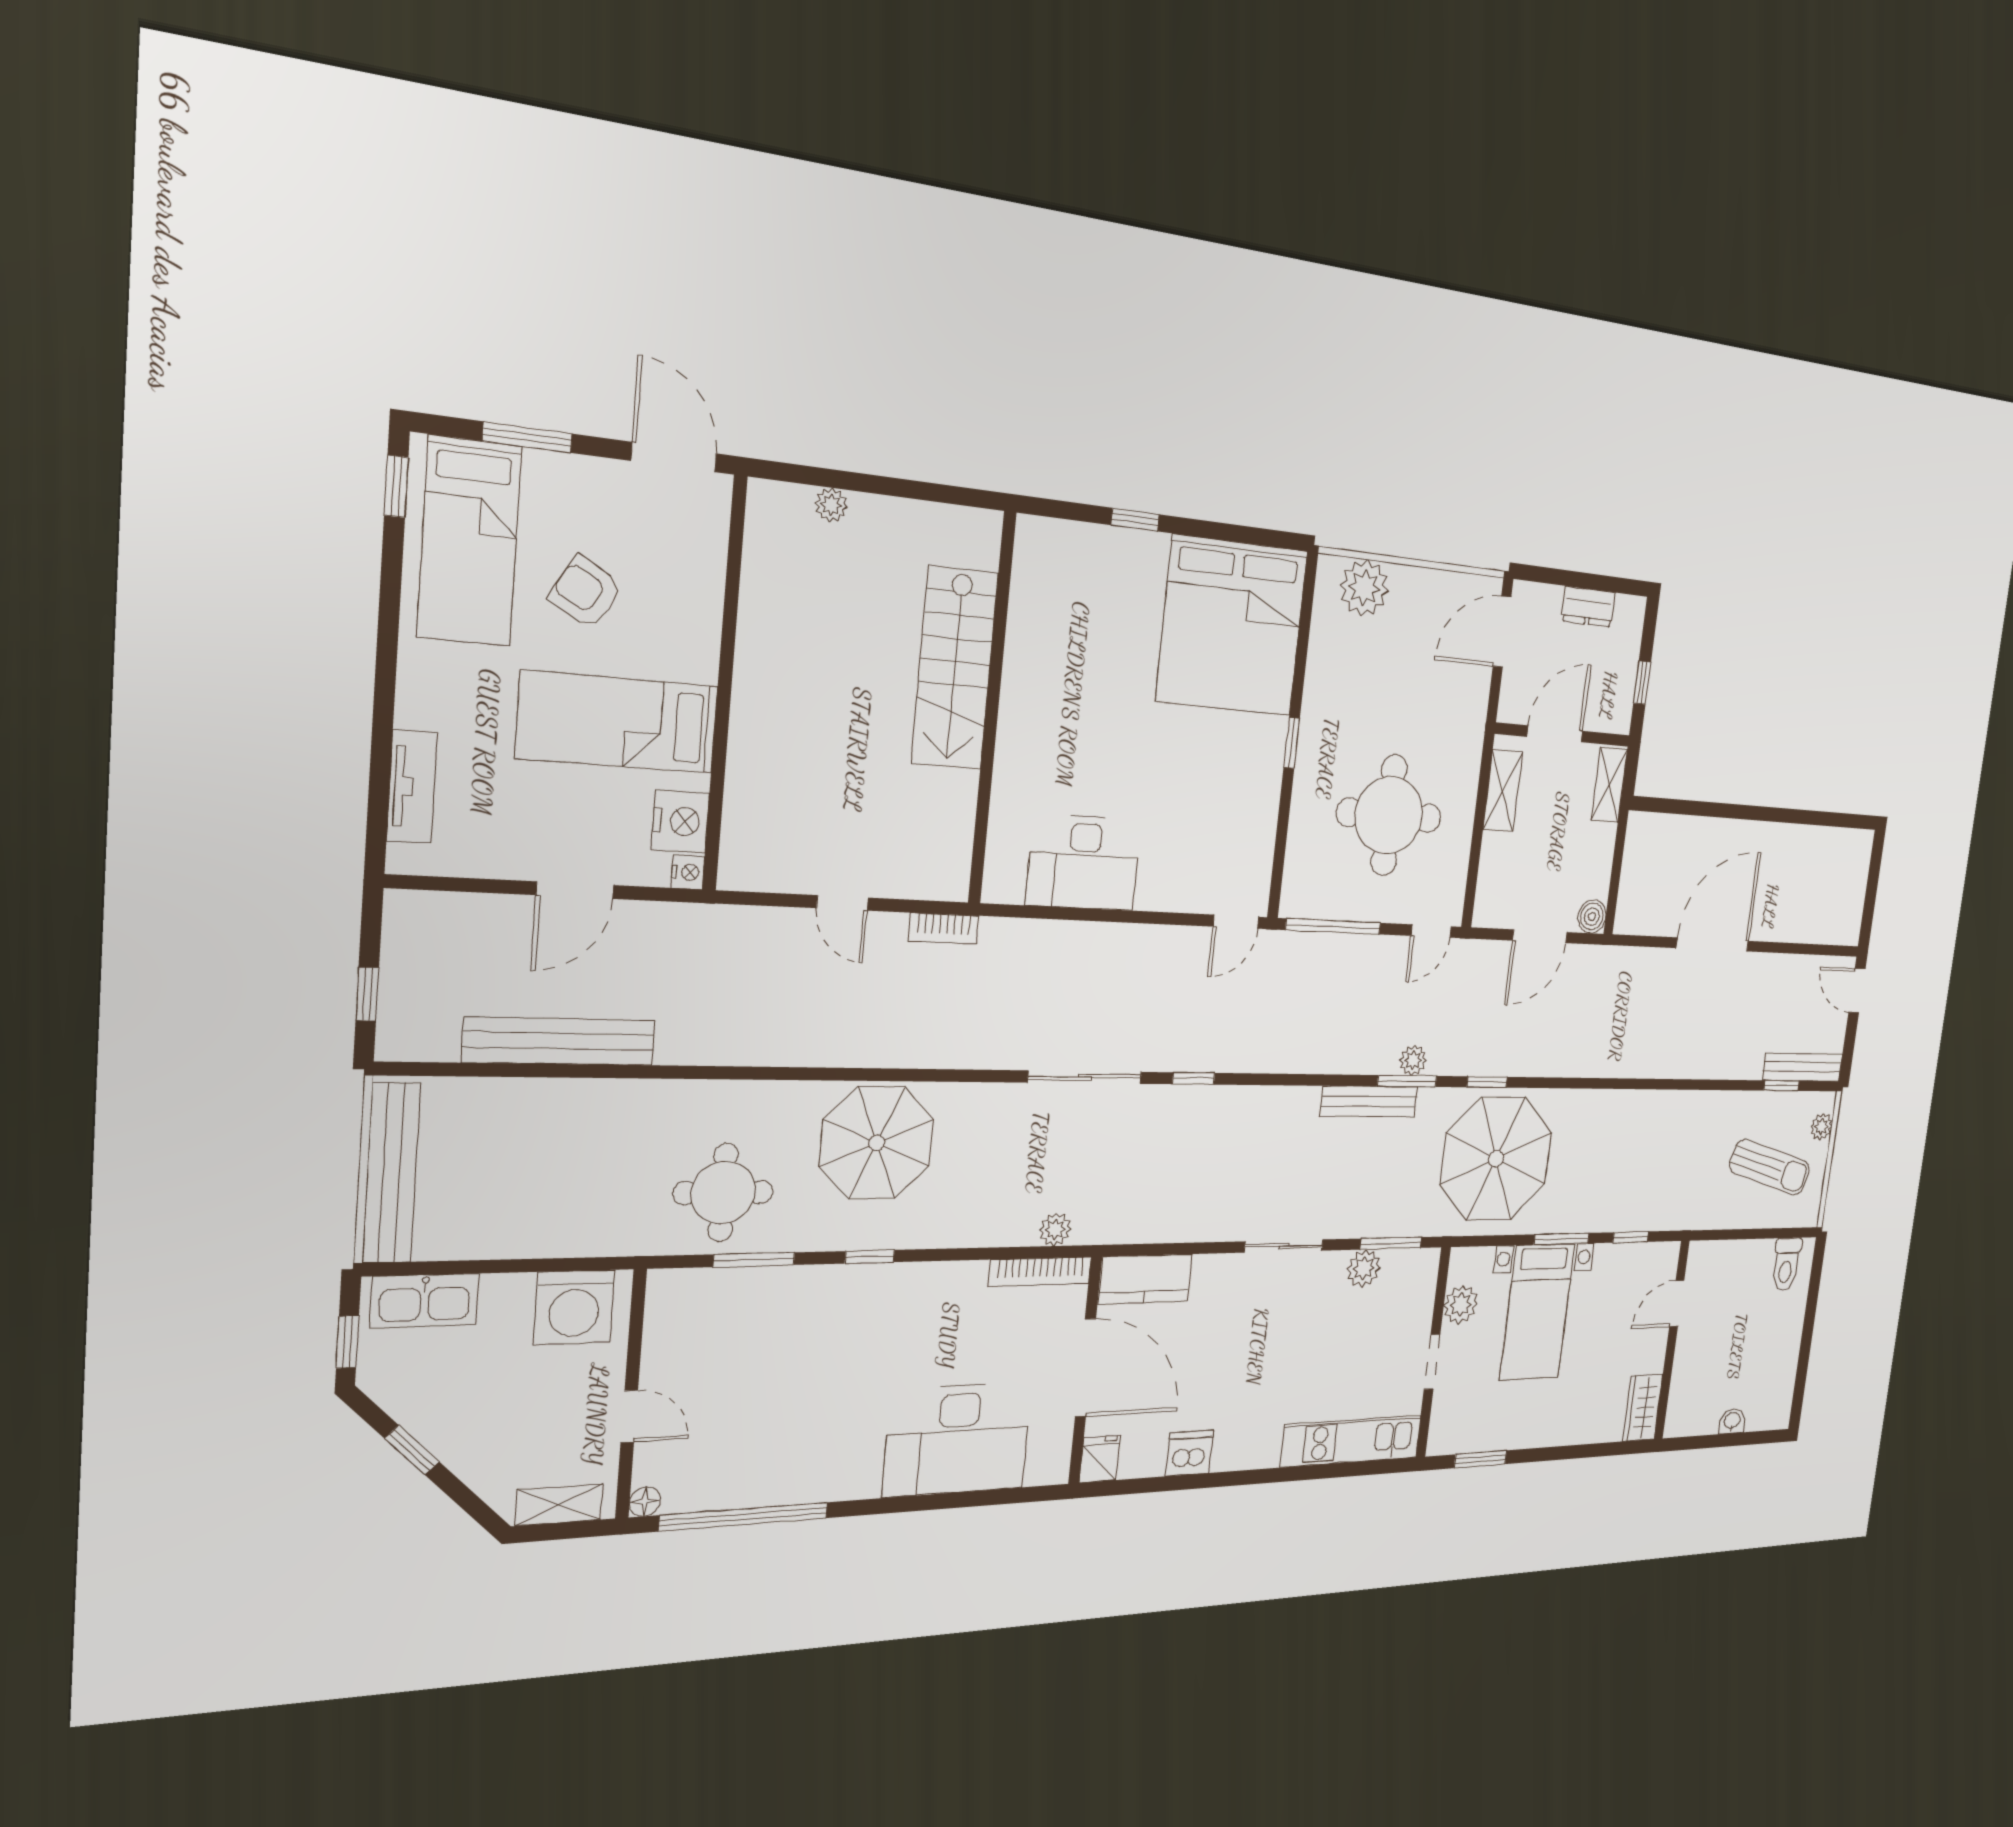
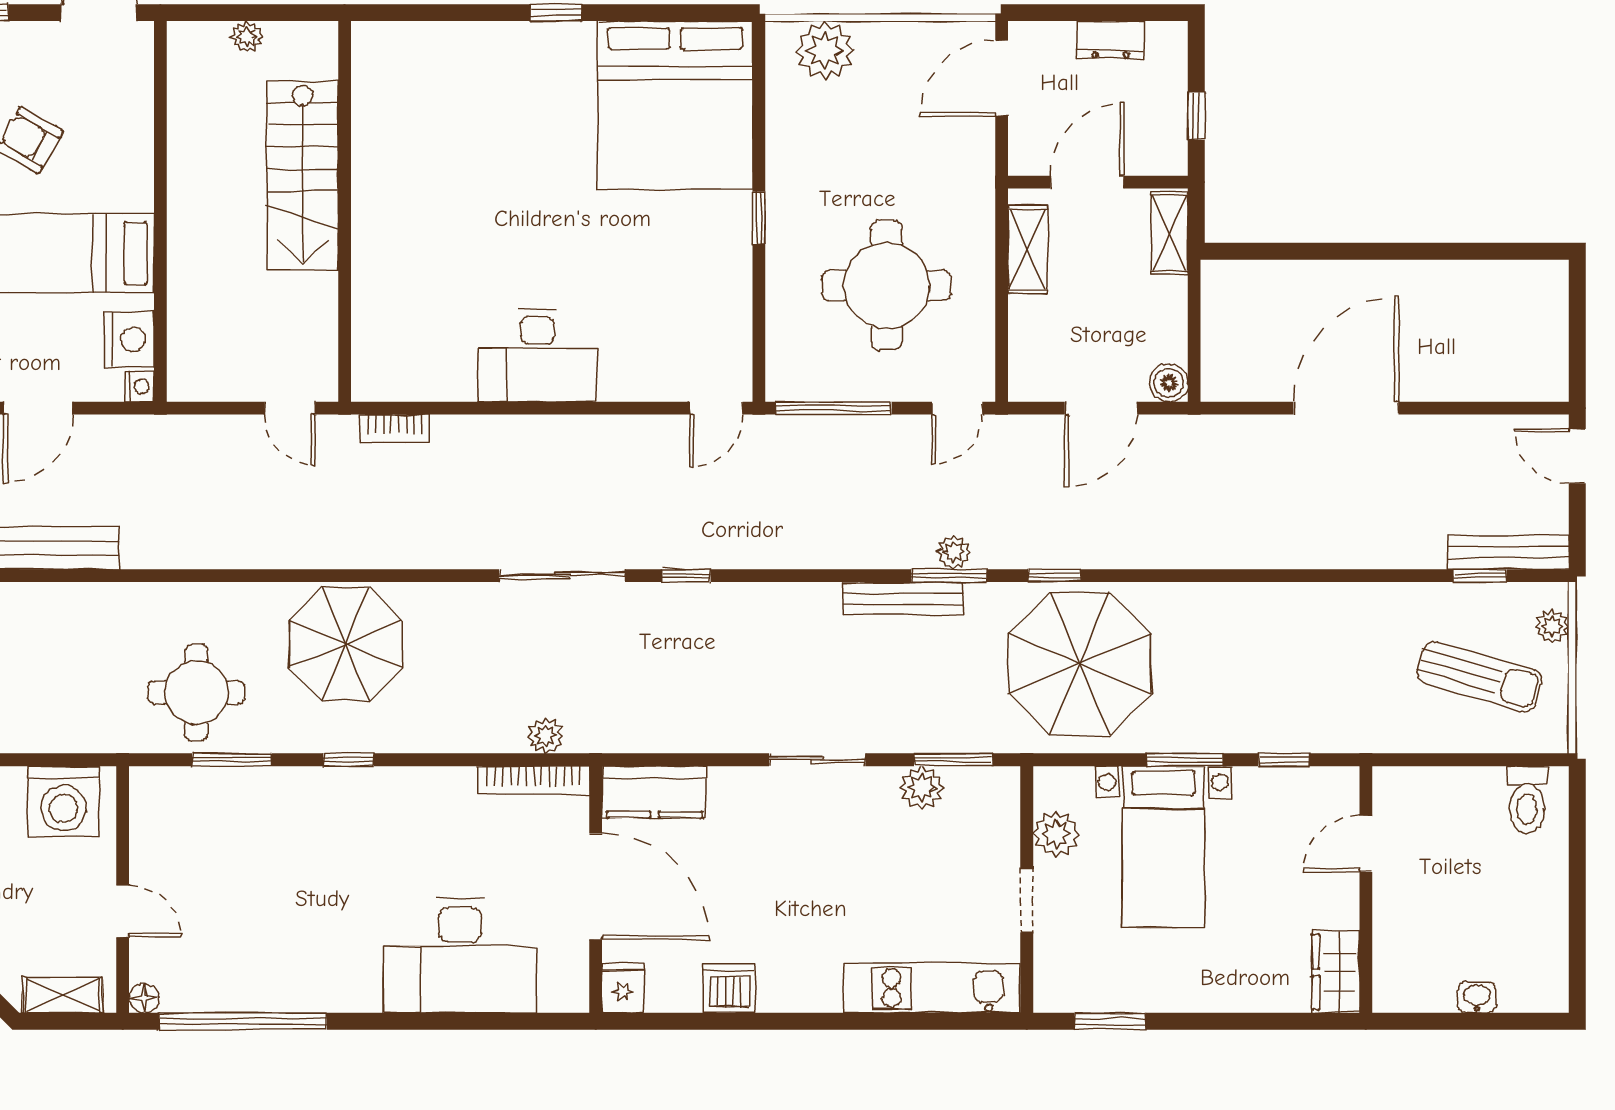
stairs: (955, 668) -> (303, 175), moved
wall: (992, 710) -> (345, 211), moved

